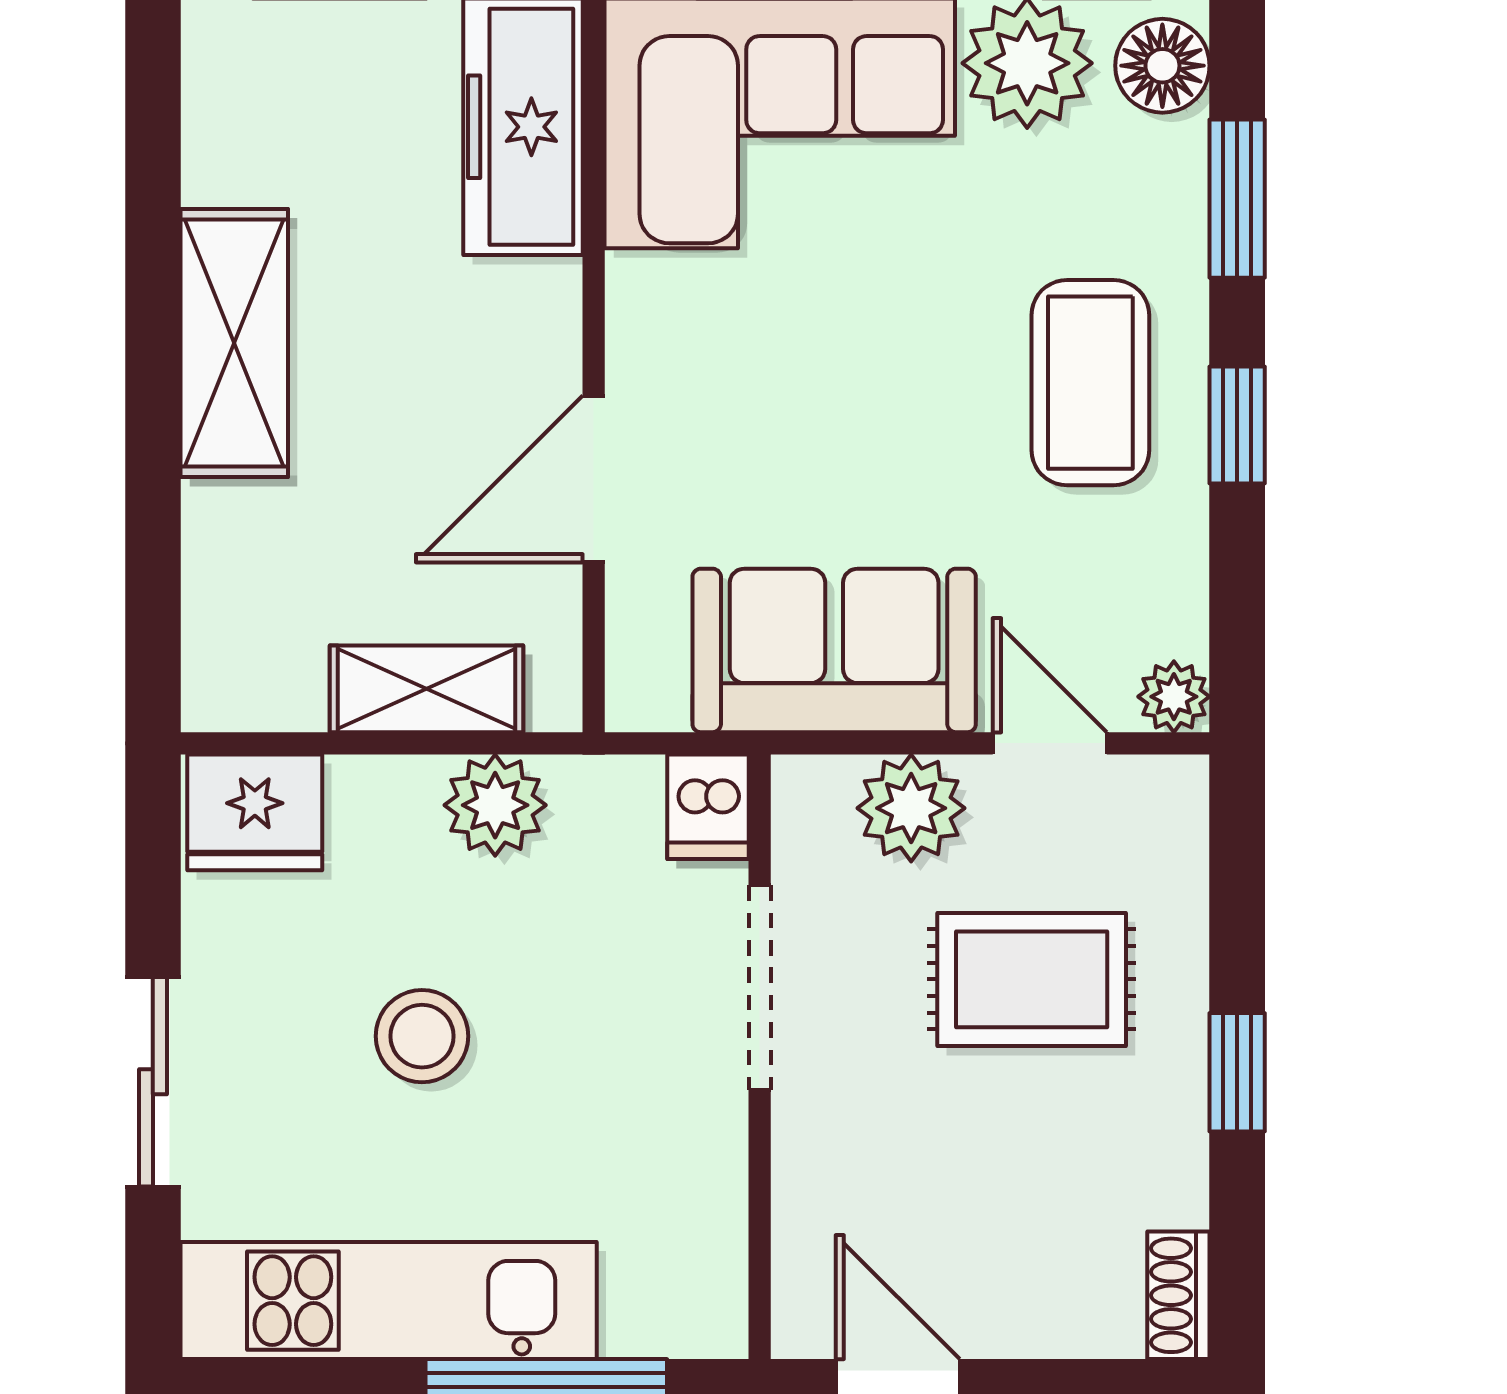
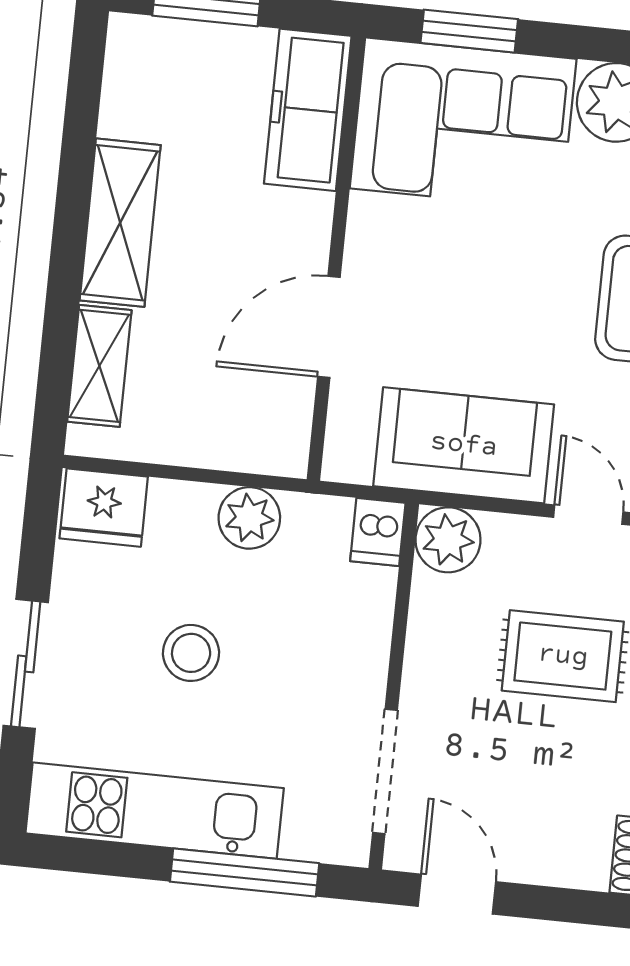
shelving: (427, 689) -> (99, 366), moved, turned 90
plant: (911, 808) -> (448, 540), moved
doorway: (760, 988) -> (385, 771), moved

